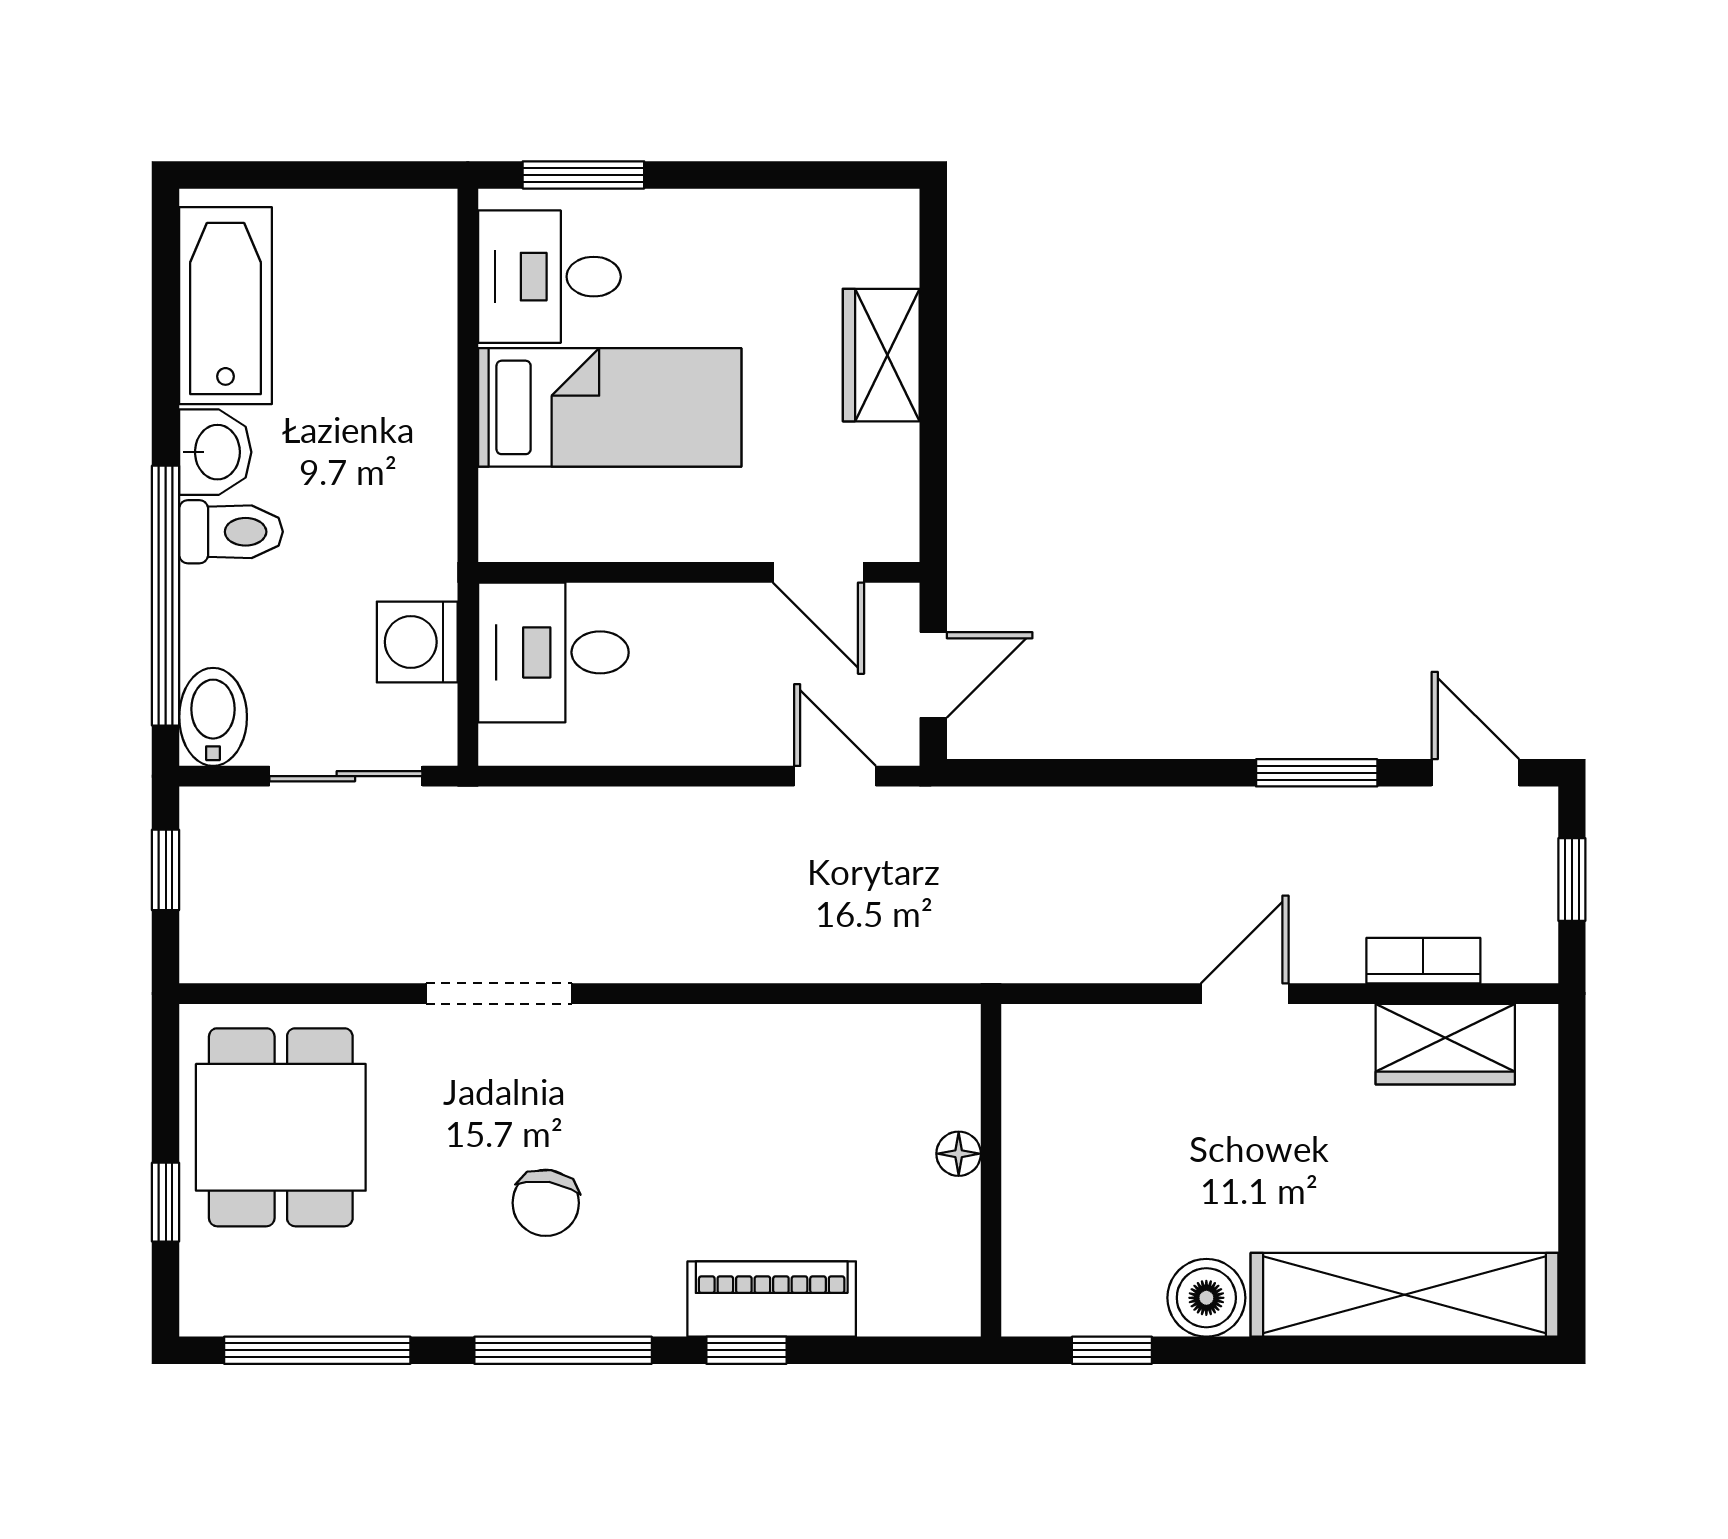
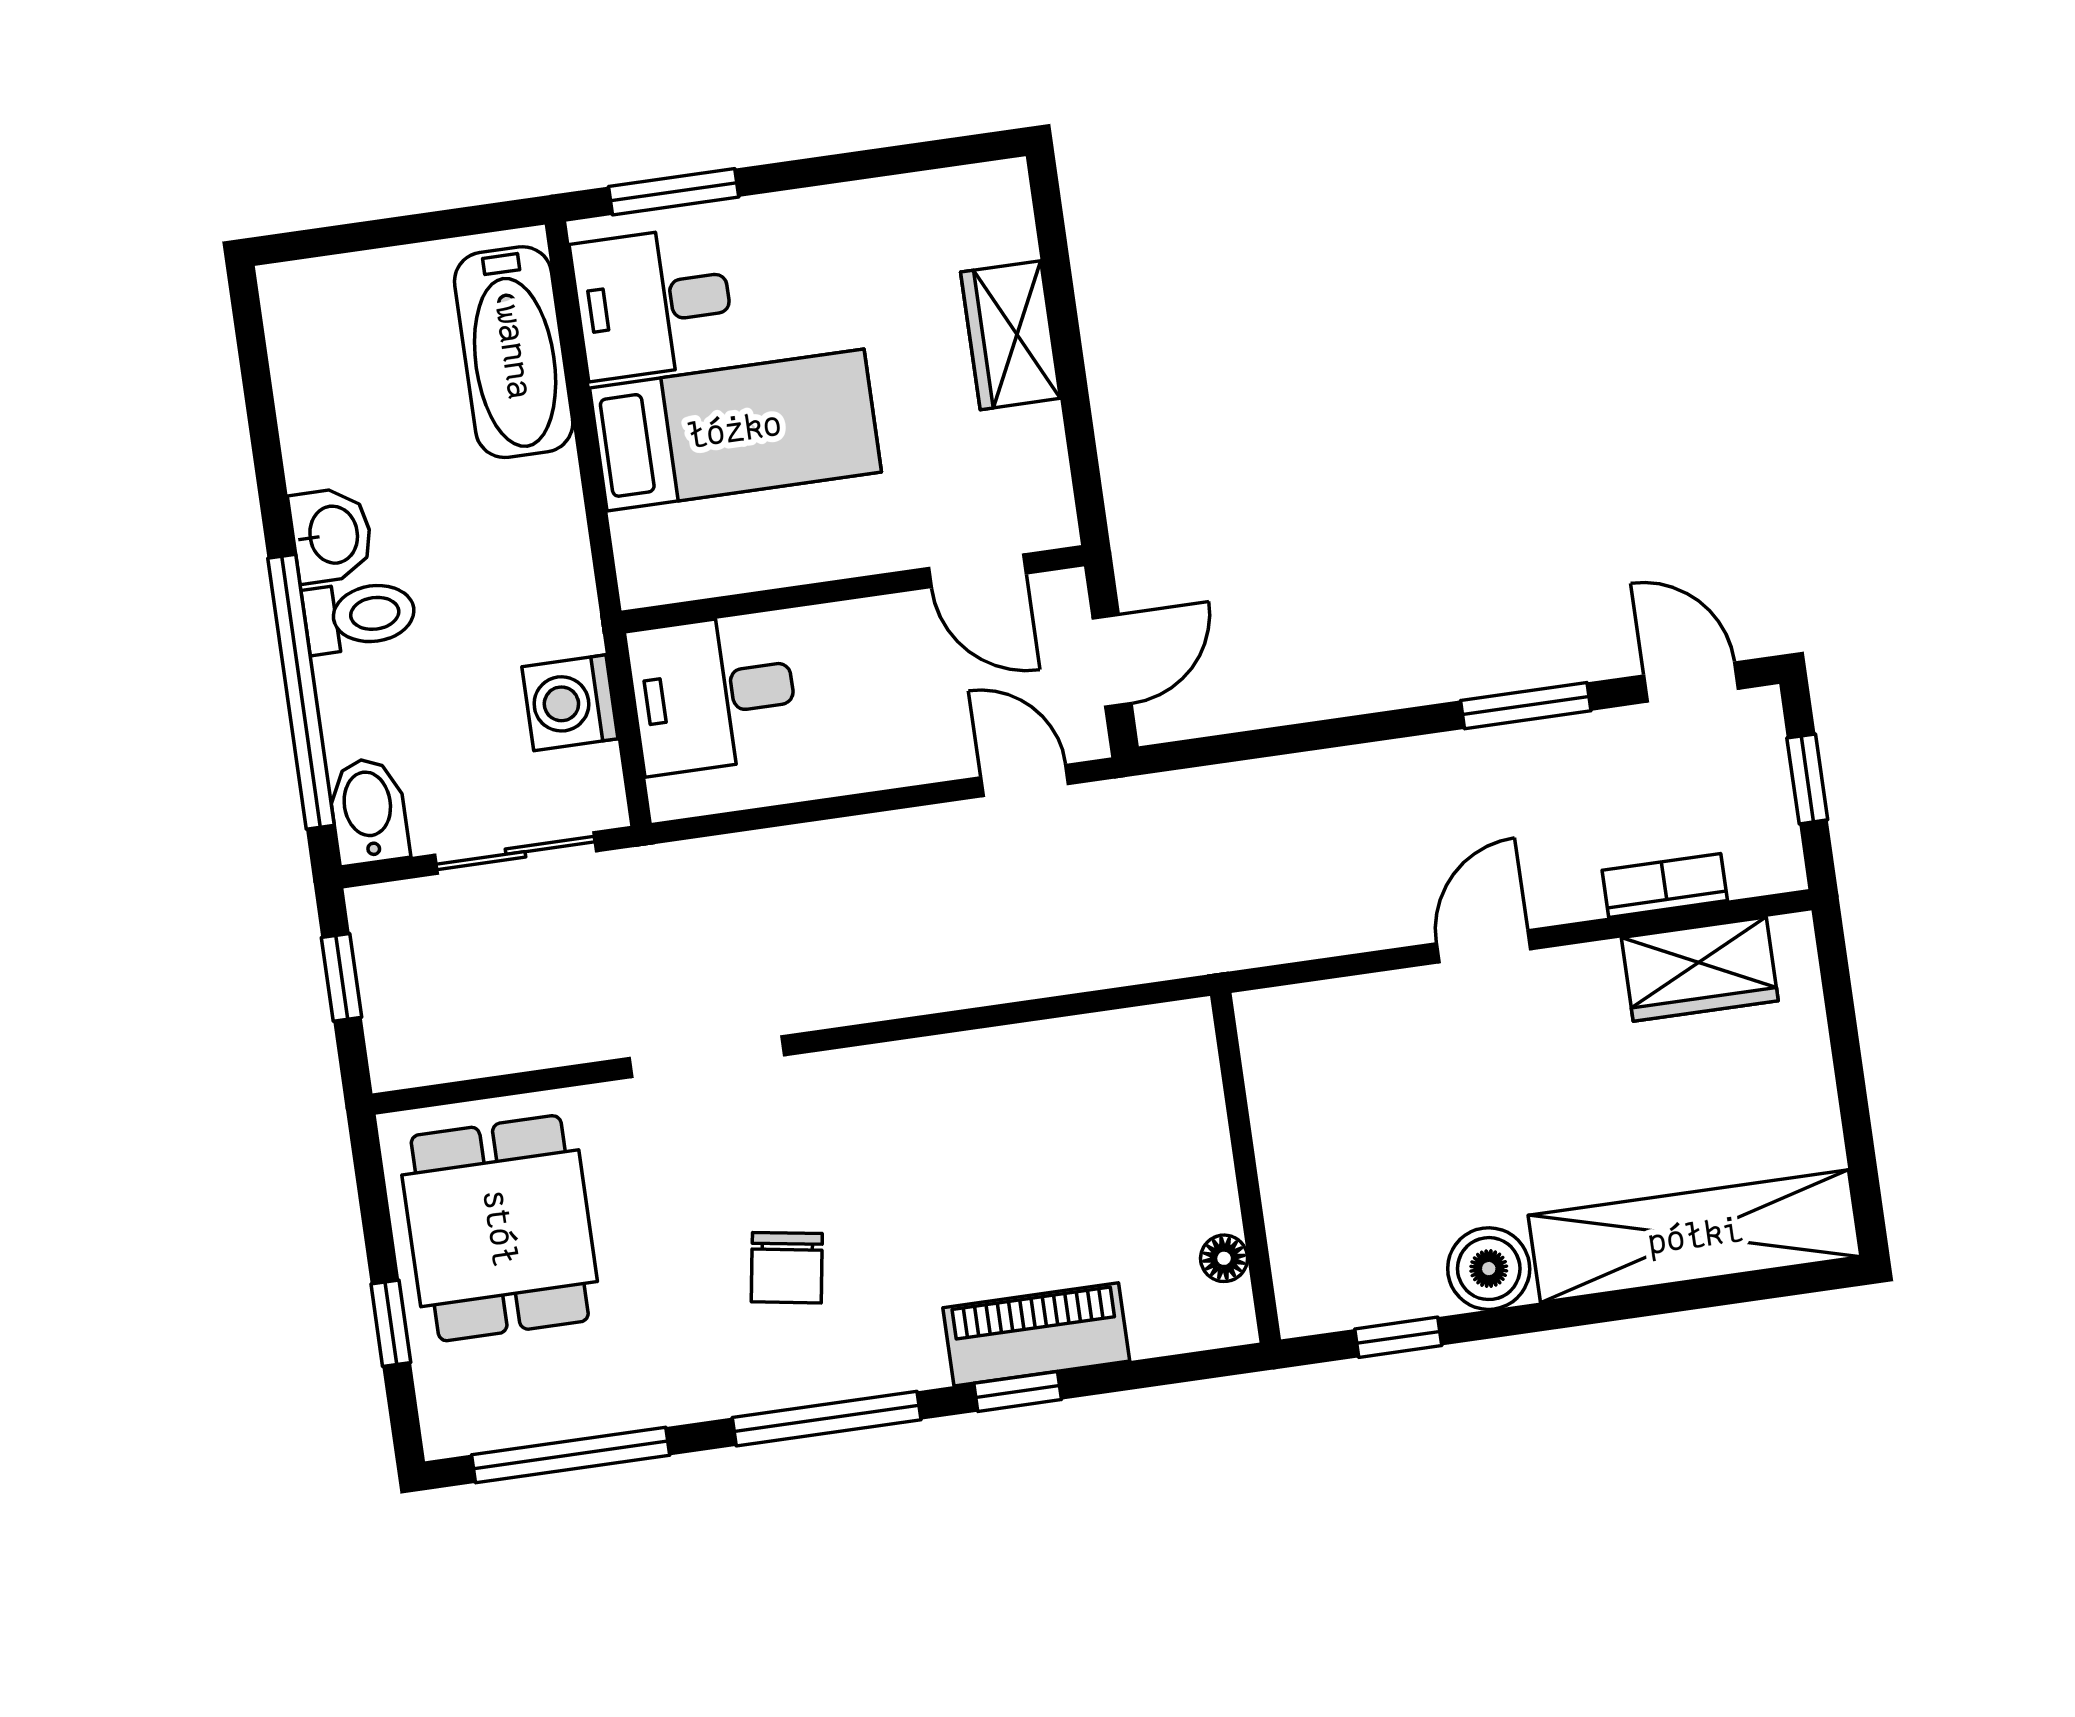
bathtub: (225, 306) -> (514, 352), moved, turned 180
floor lamp: (959, 1154) -> (1224, 1258), moved

